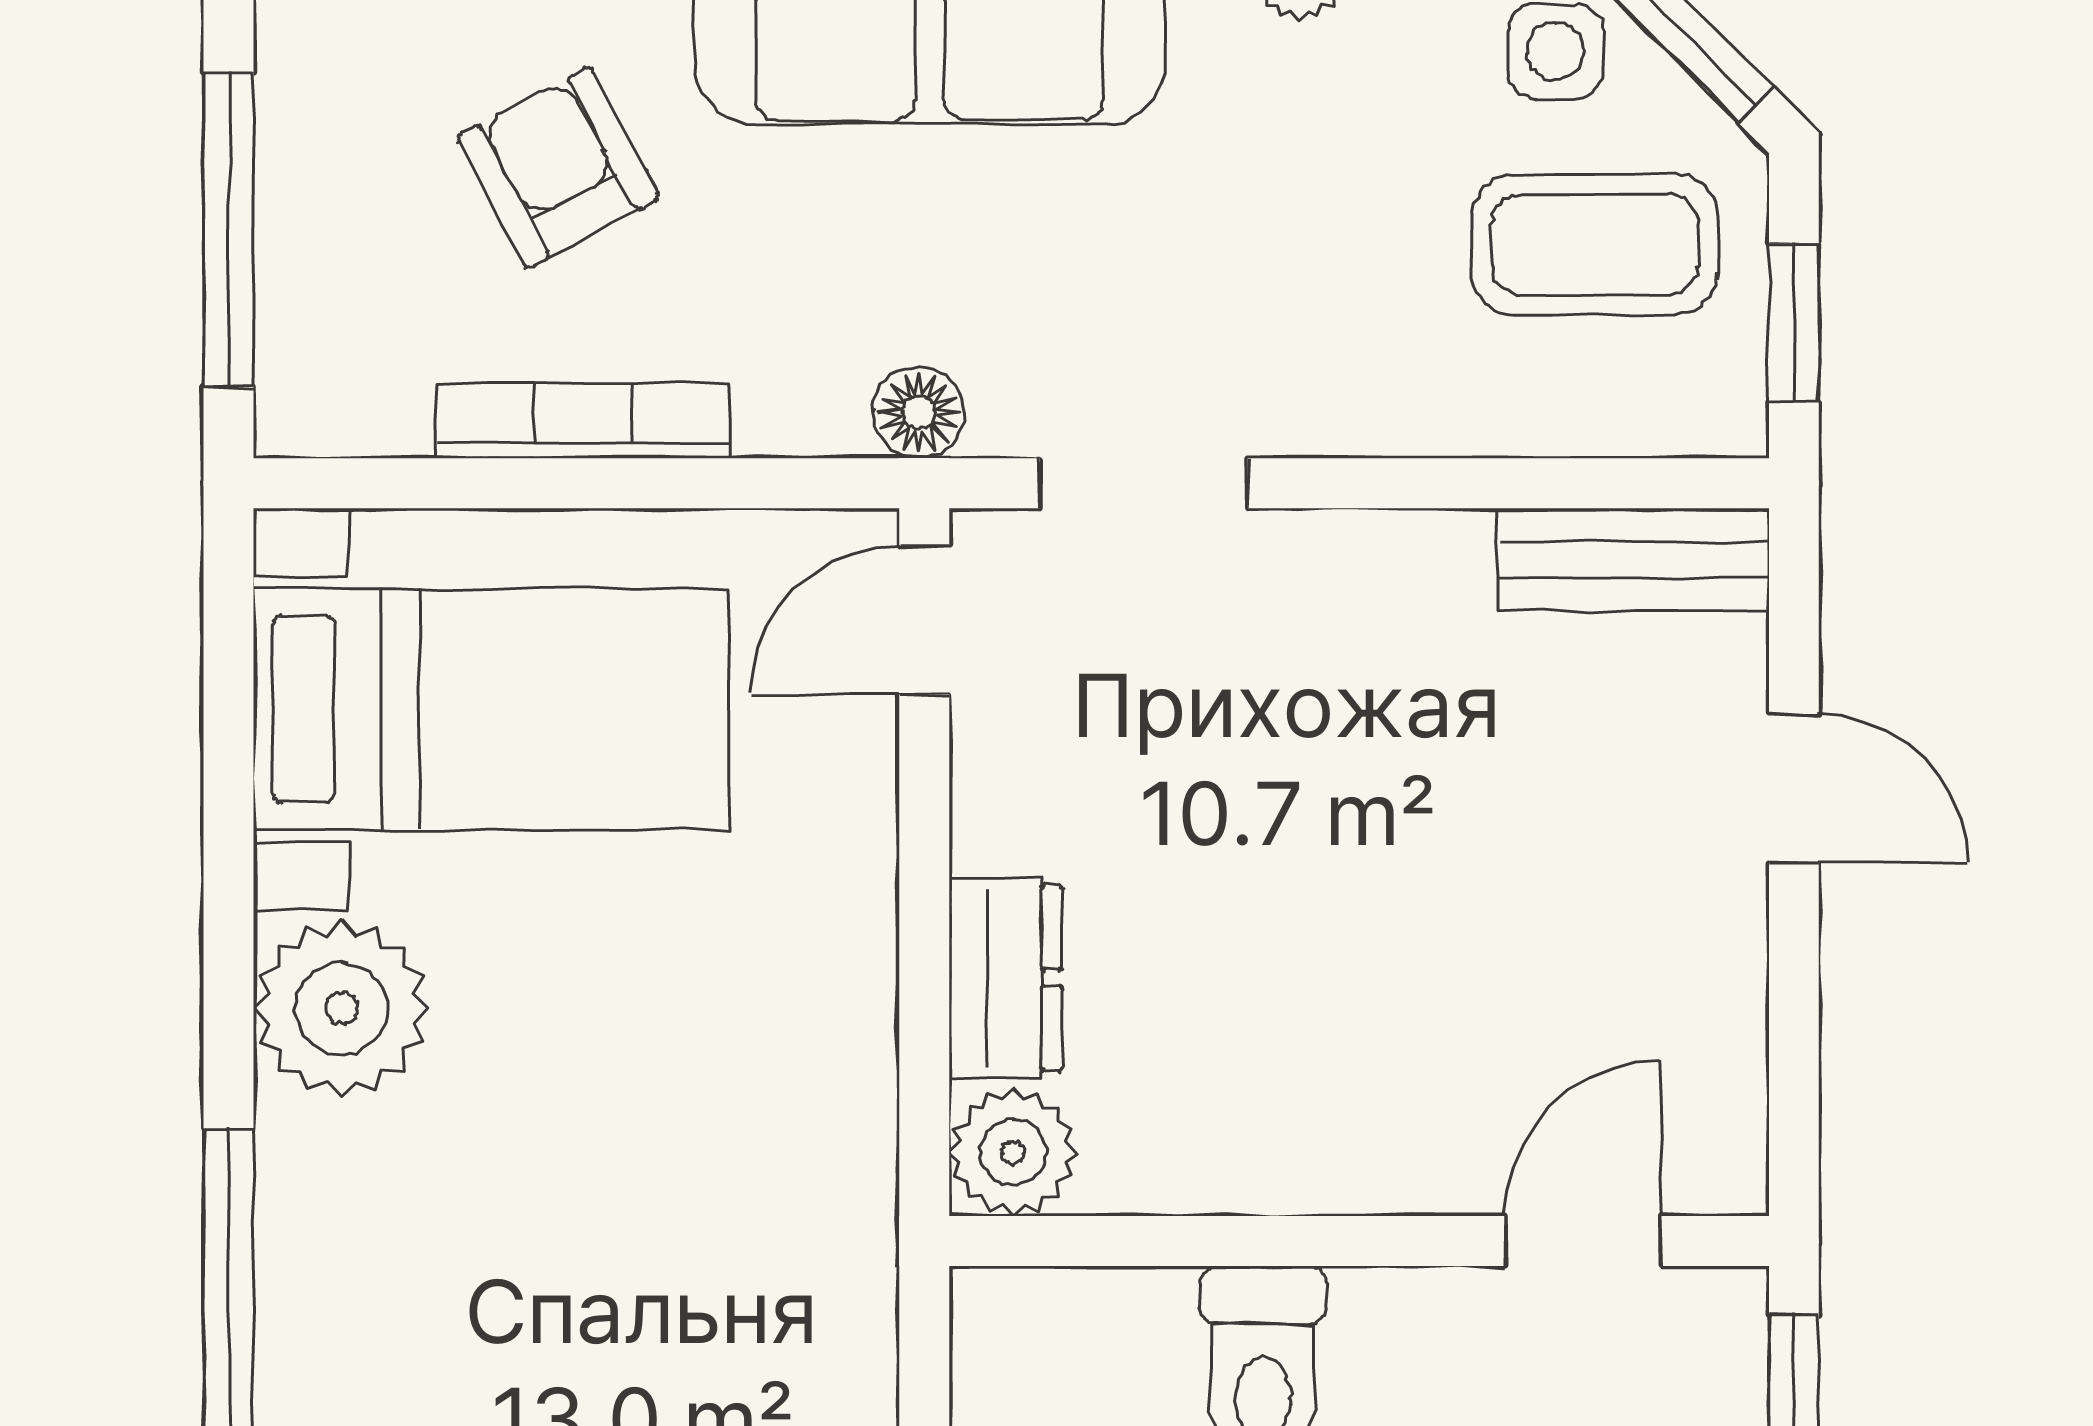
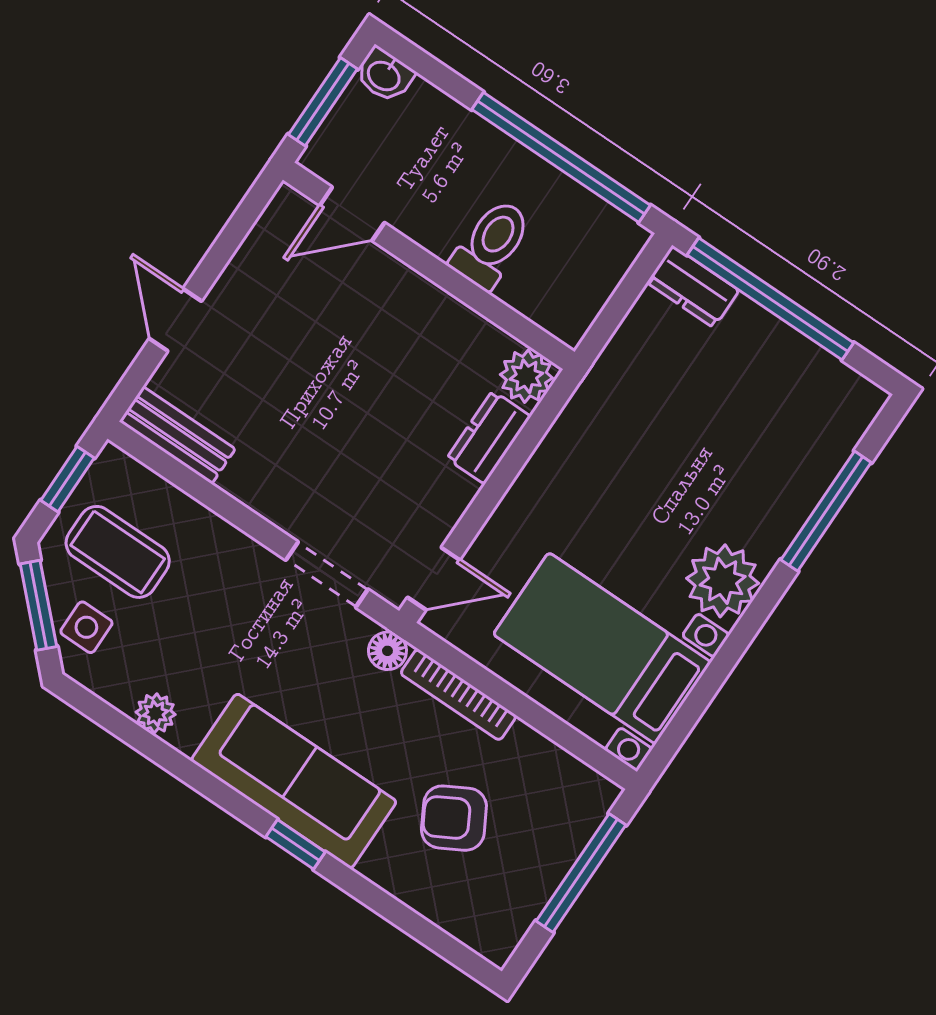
armchair: (558, 167) -> (454, 818), turned 89
bookcase: (583, 421) -> (458, 695), moved

